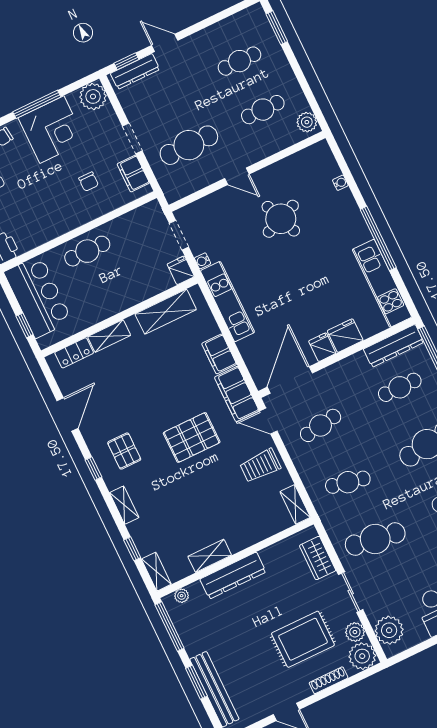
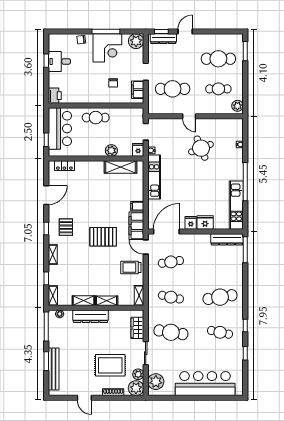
door: (165, 43) -> (185, 31), hinge flipped
cafe table: (239, 61) -> (218, 59), width x1.37, depth x1.35
plant: (138, 292) -> (111, 150), added
shelving: (109, 336) -> (107, 301), moved
filing cabinet: (219, 354) -> (137, 206), width x0.50
cafe table: (400, 387) -> (220, 262), removed

